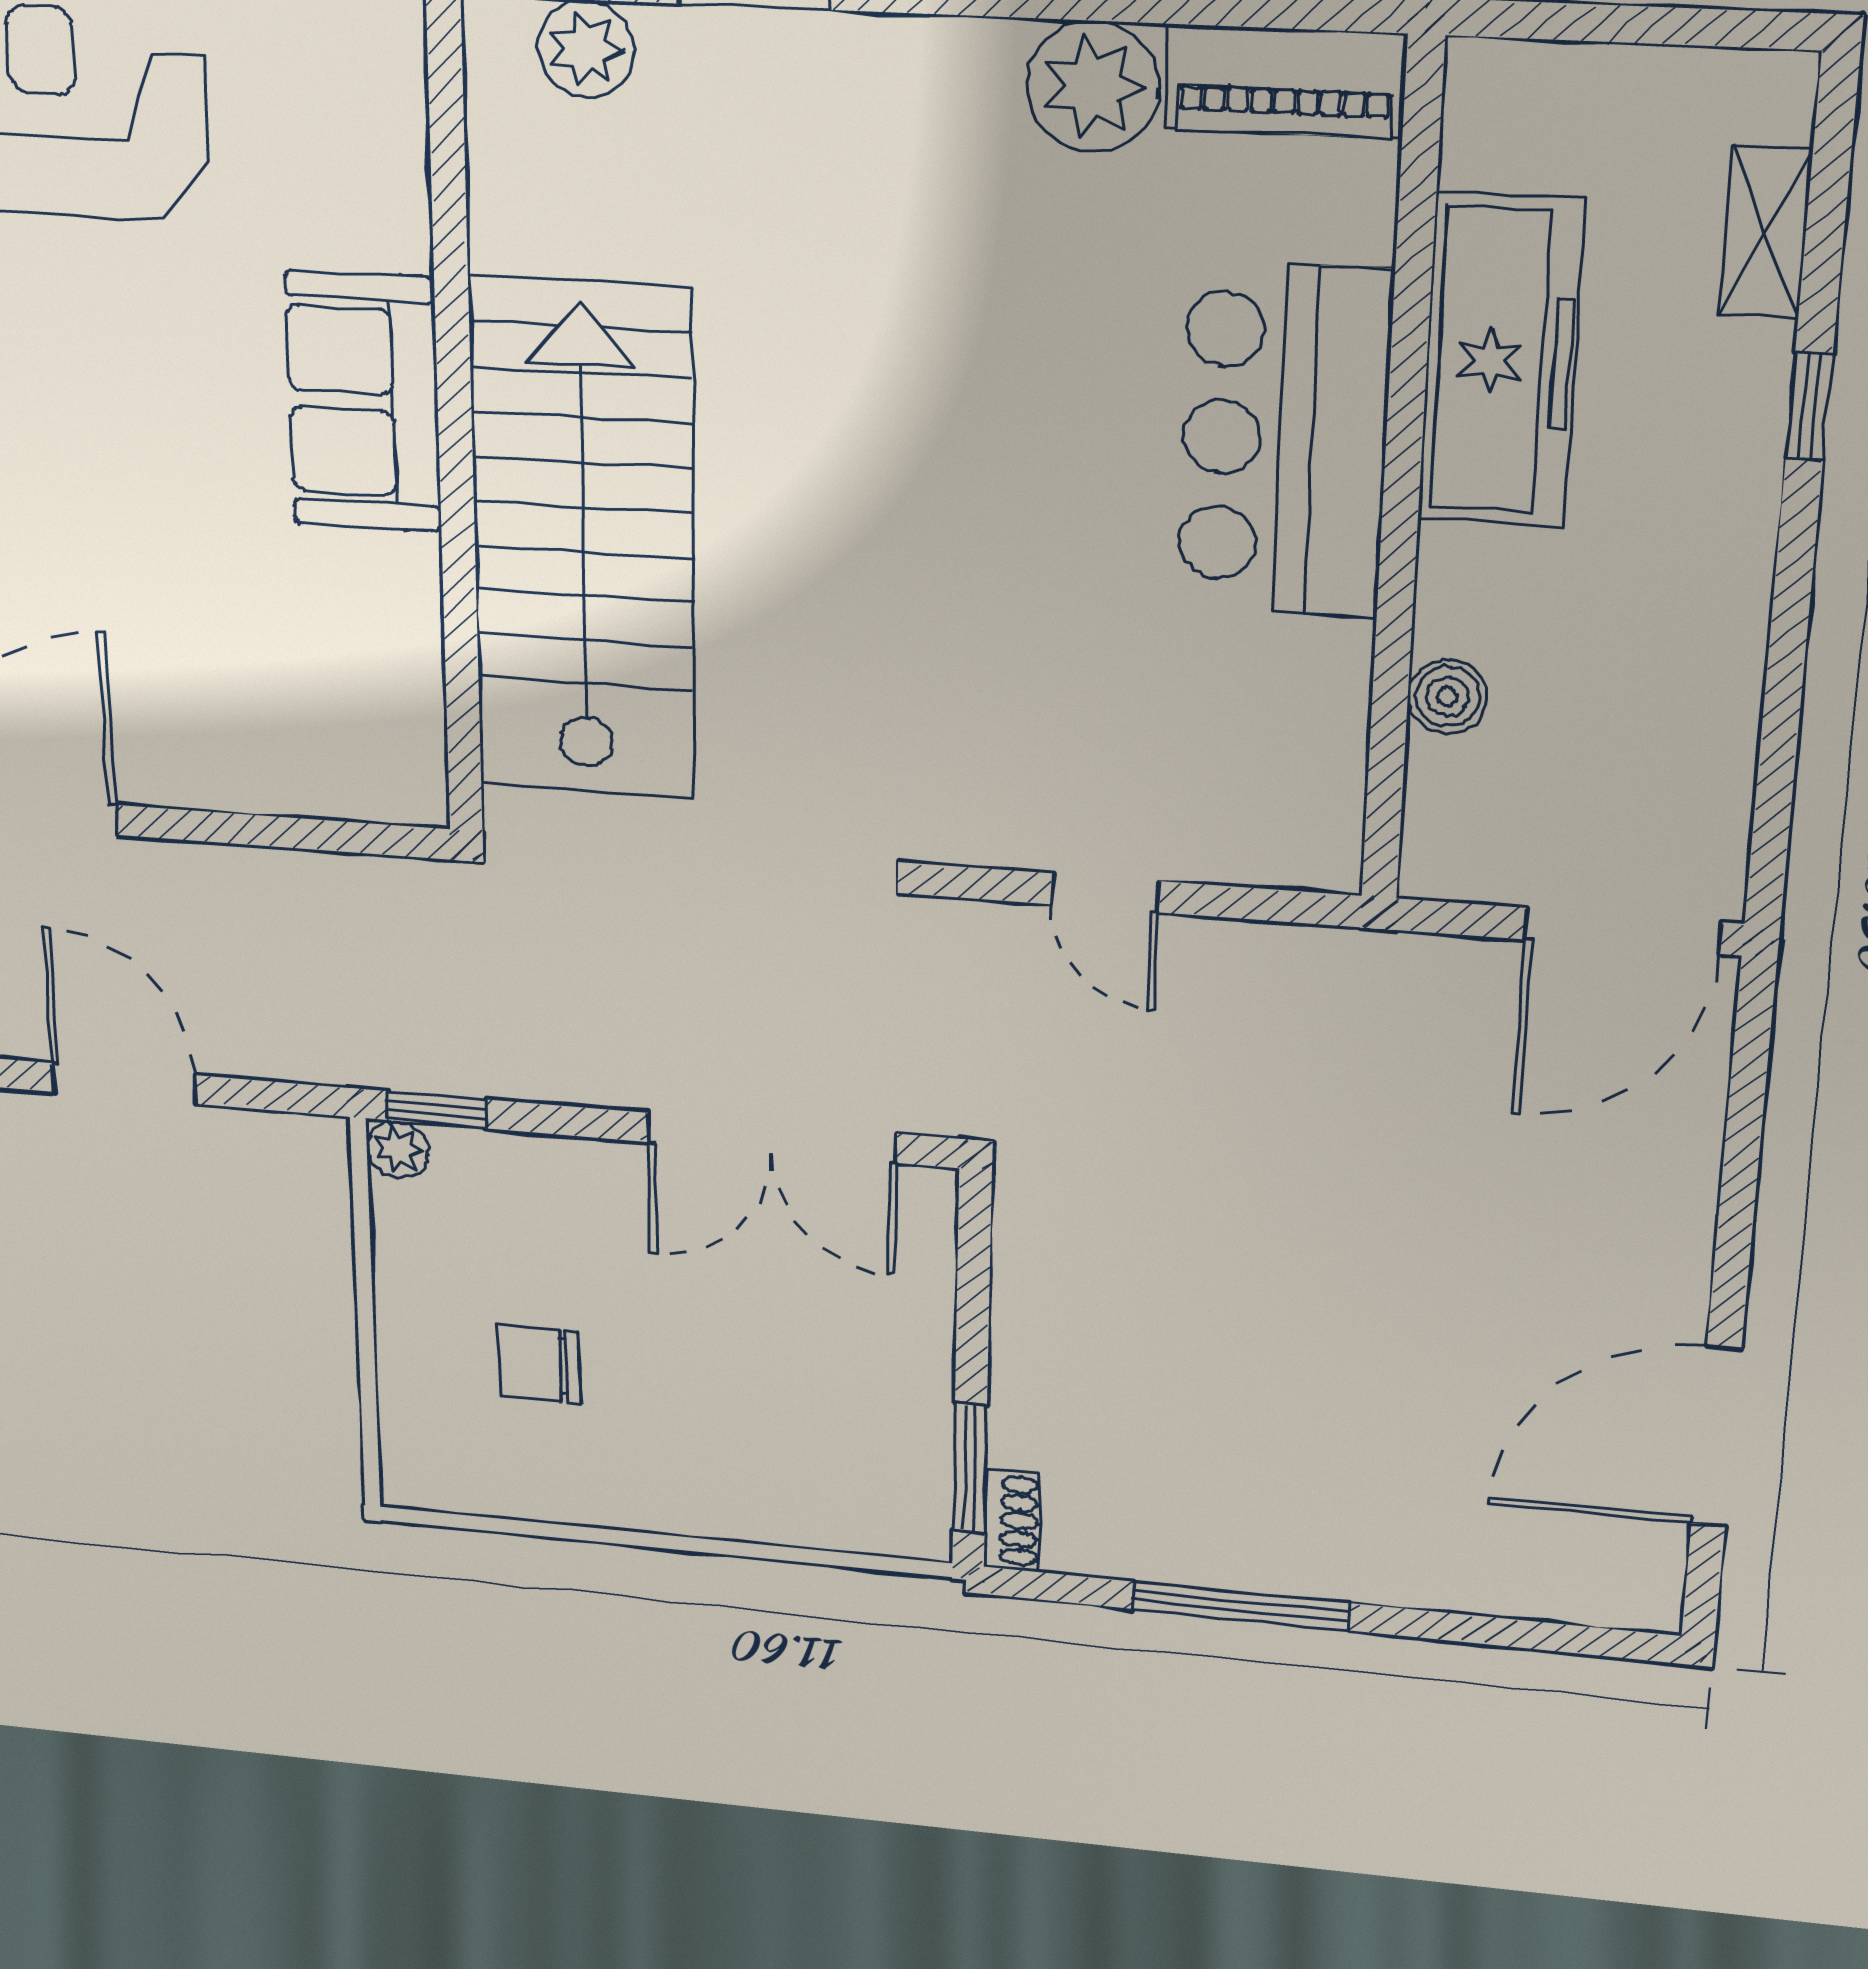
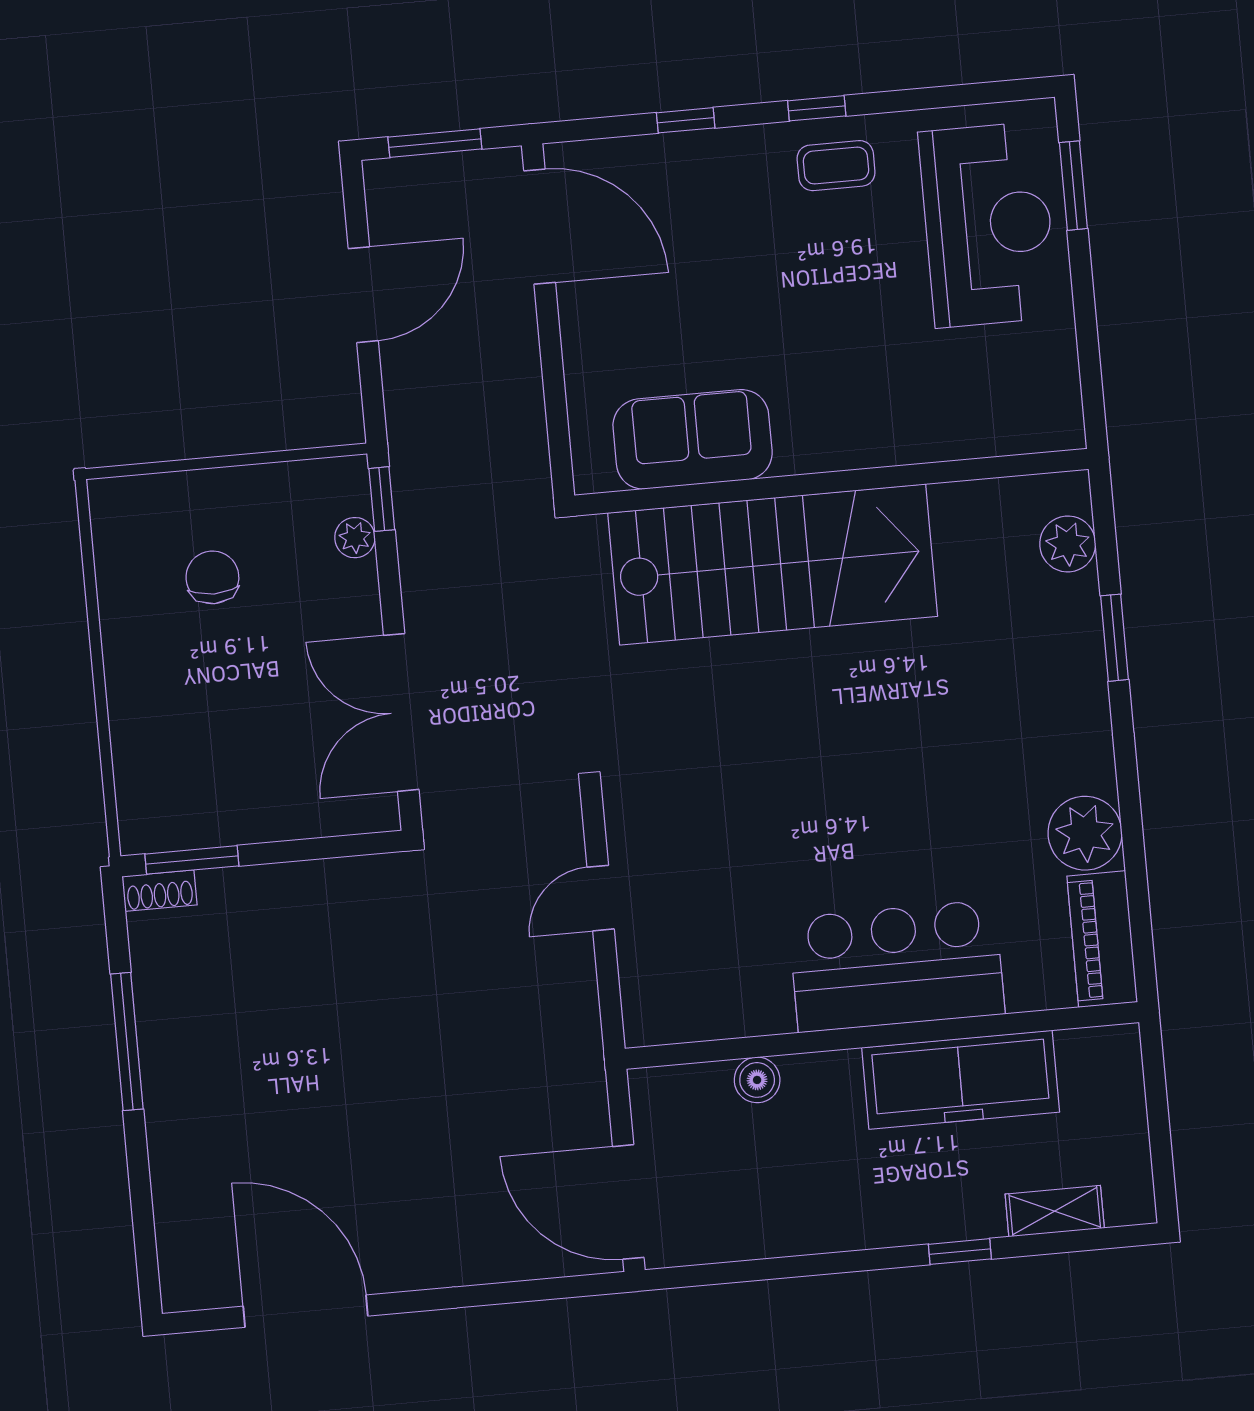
sofa: (364, 402) -> (693, 439), moved
plant: (397, 1149) -> (355, 538), moved

